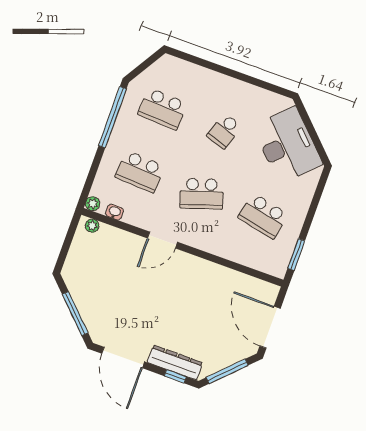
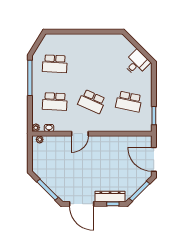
school desk: (224, 131) -> (92, 64), removed
desk: (287, 145) -> (137, 63), width x0.53, depth x0.77
school desk: (202, 194) -> (92, 101), turned 42

